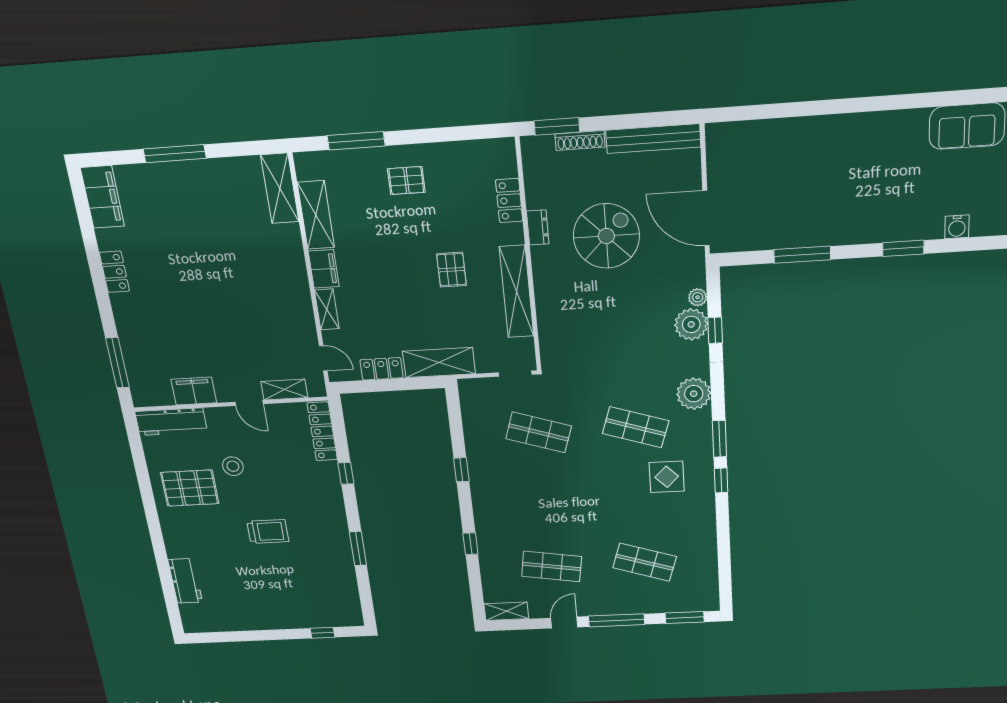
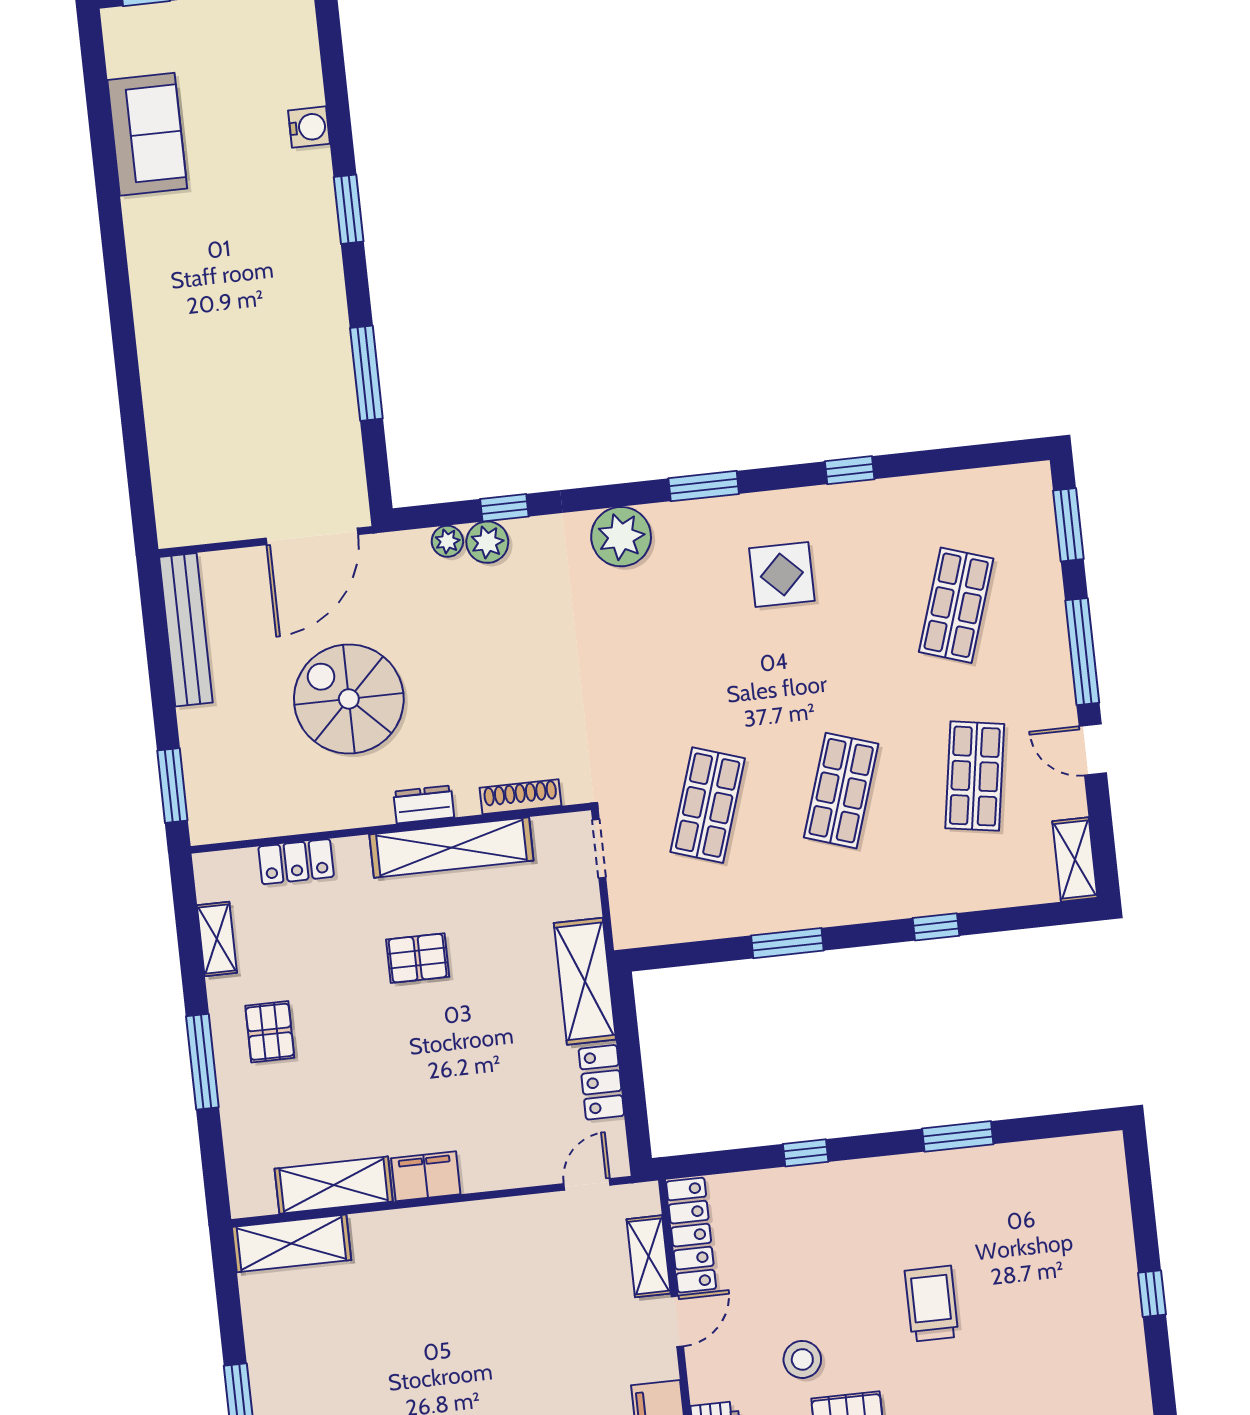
shoe rack: (580, 140) -> (521, 797), moved, turned -90
window: (356, 141) -> (202, 1062), moved
dresser: (538, 227) -> (424, 804), moved
shelving: (327, 309) -> (217, 939), moved, turned 90
plant: (691, 324) -> (487, 542), width x0.73, depth x0.73
shop shelf: (636, 427) -> (841, 791), moved
locker: (322, 431) -> (691, 1235), moved, turned -90
window: (461, 470) -> (787, 943), width x1.50
window: (721, 480) -> (850, 470), moved
window: (323, 633) -> (1152, 1294), moved

